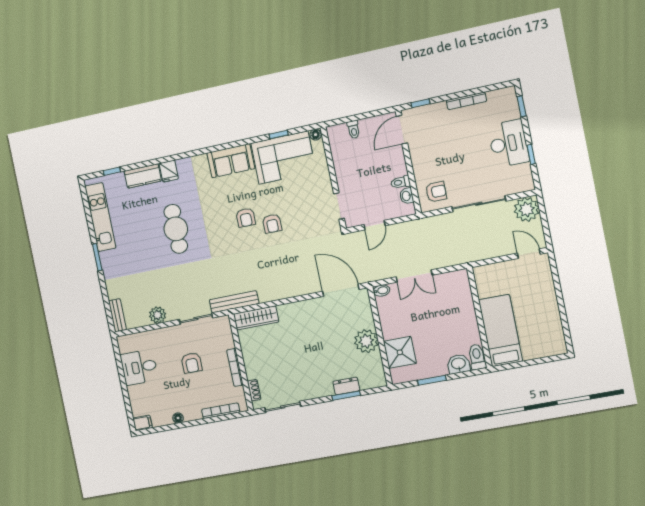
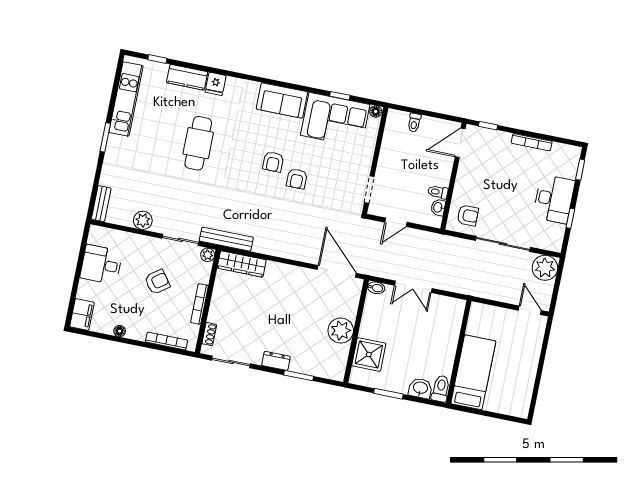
plant: (224, 322) -> (208, 255), added
armchair: (192, 363) -> (157, 282), turned -126
dresser: (346, 386) -> (276, 361), moved
filing cabinet: (143, 423) -> (82, 315), width x2.00

